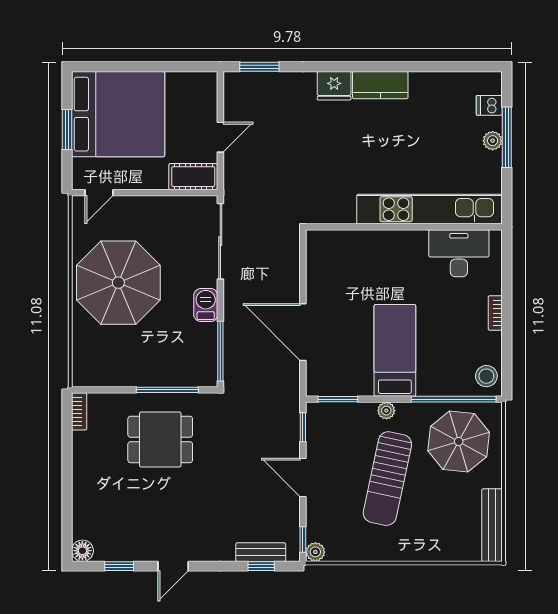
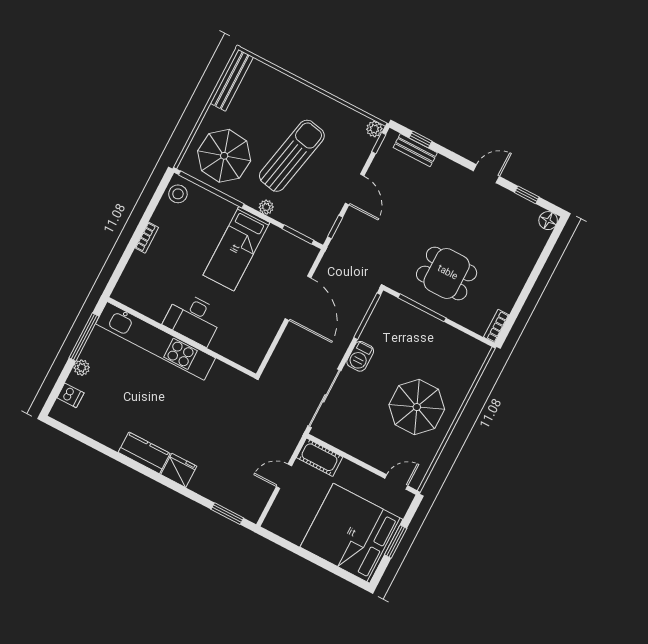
window: (507, 137) -> (84, 337), moved
desk: (459, 253) -> (193, 319), moved
parasol: (118, 283) -> (417, 407), width x0.73, depth x0.73

